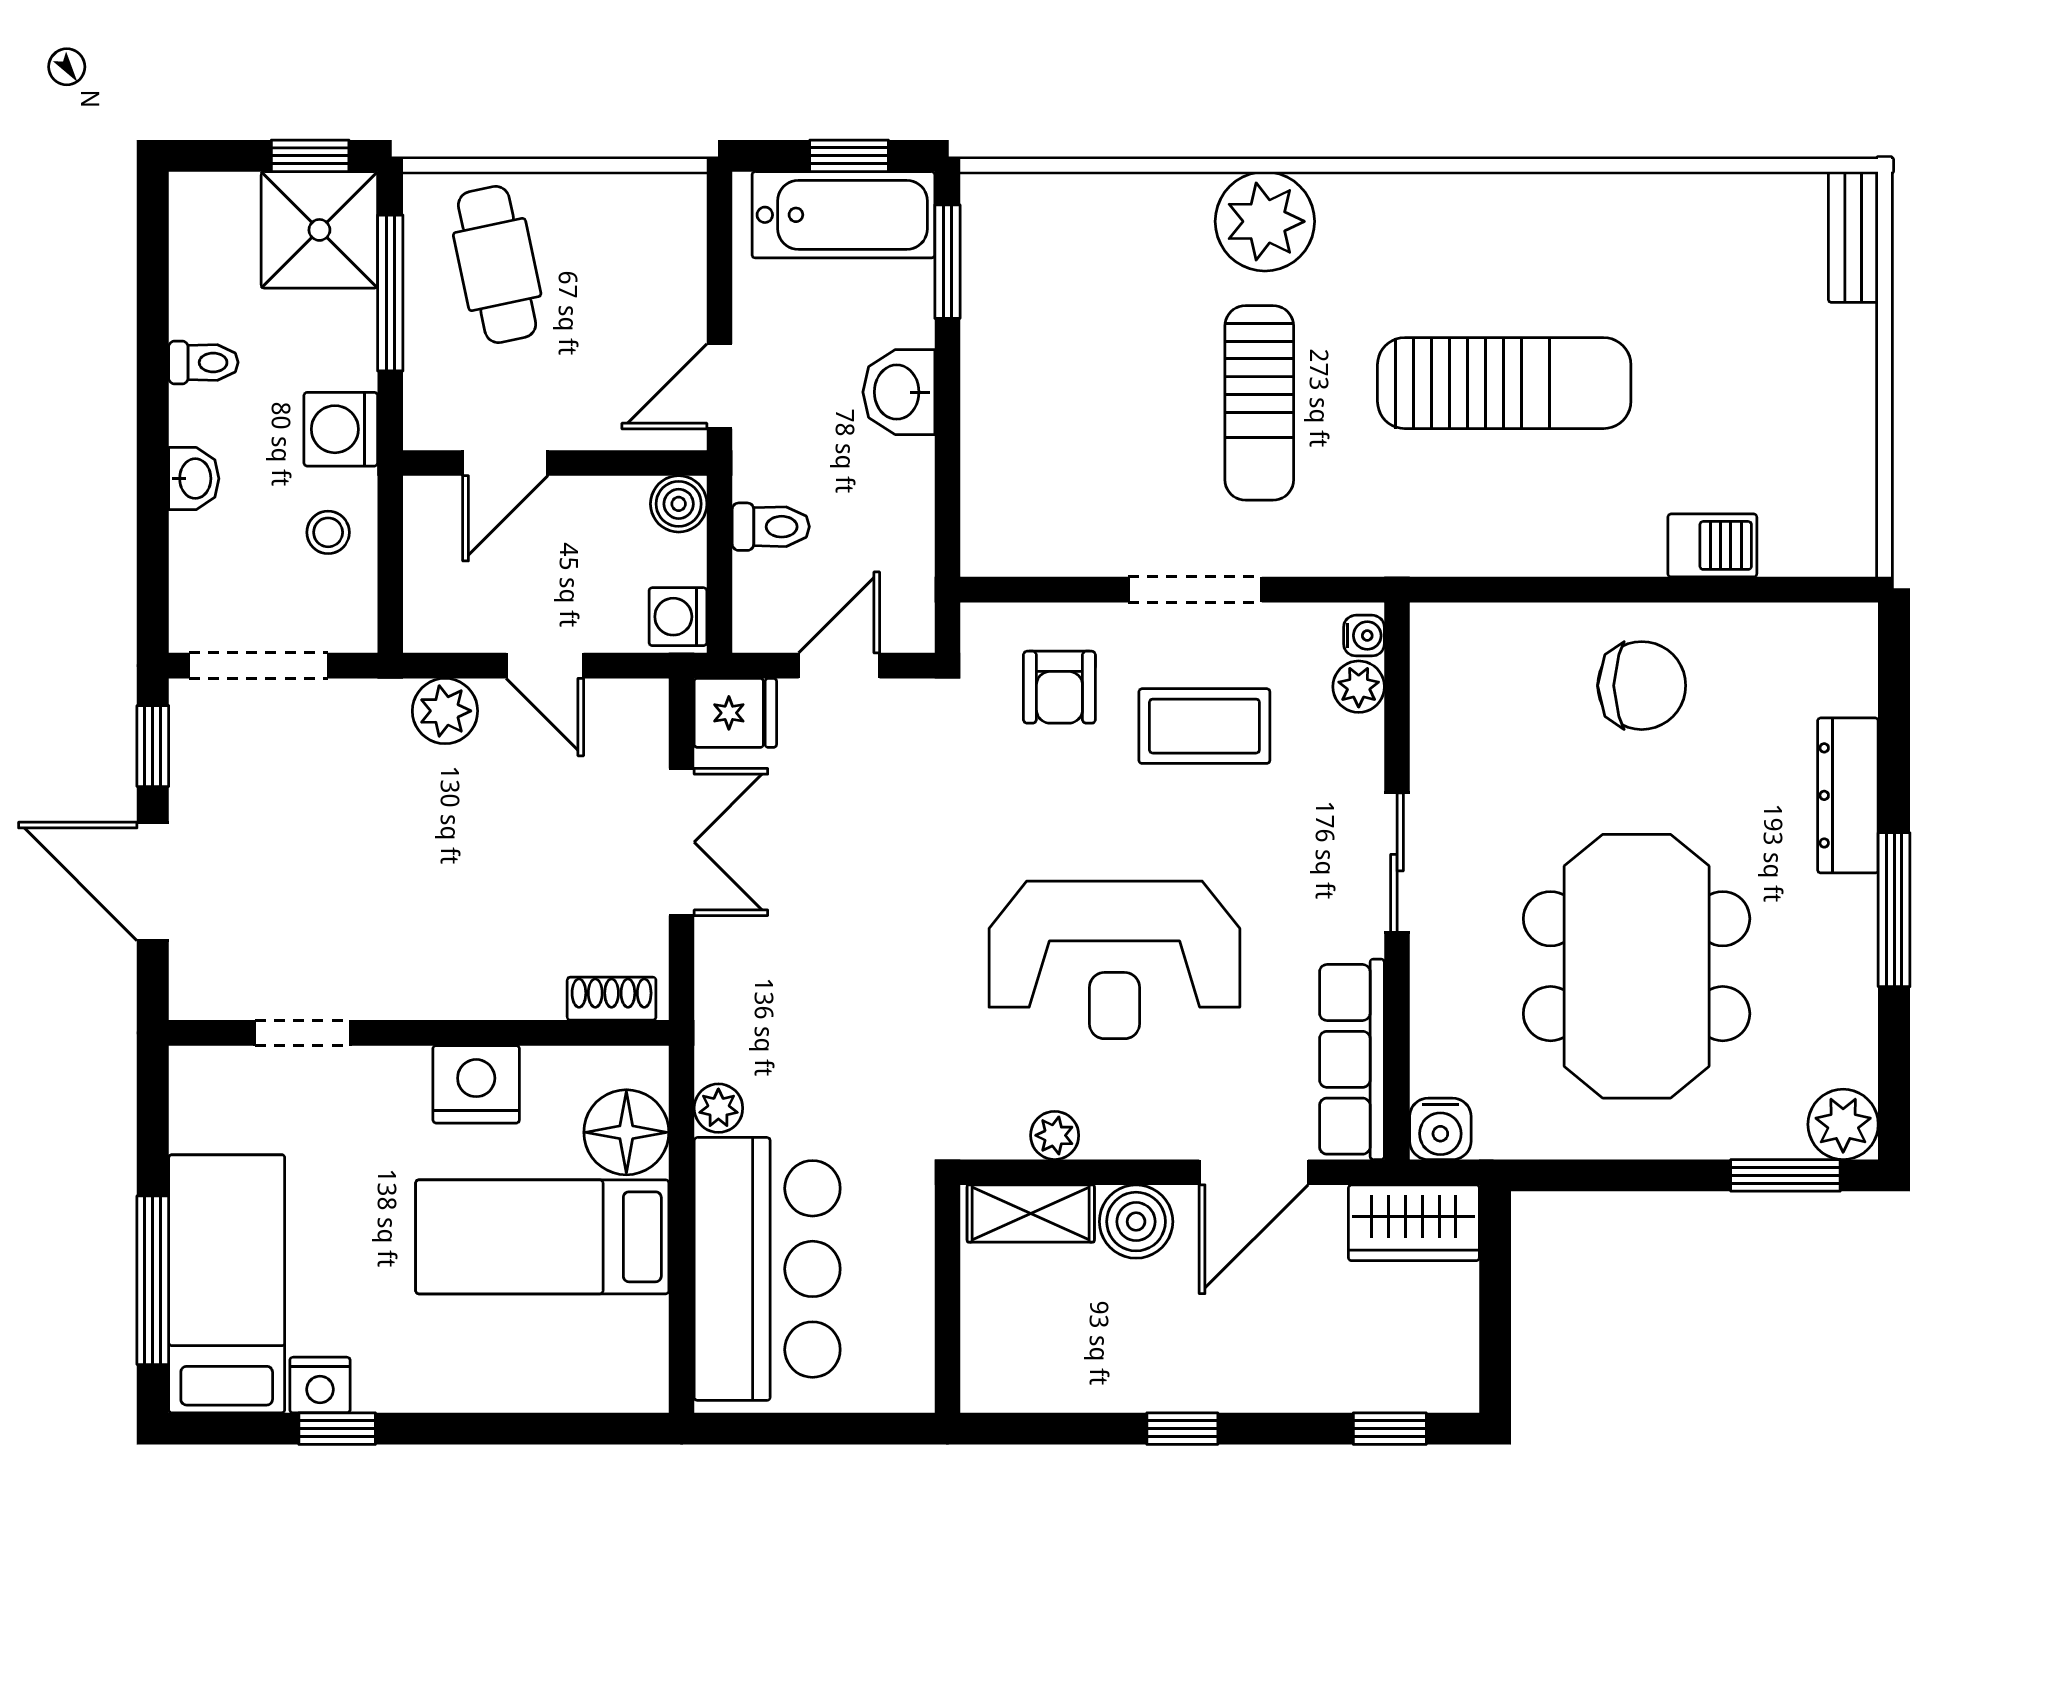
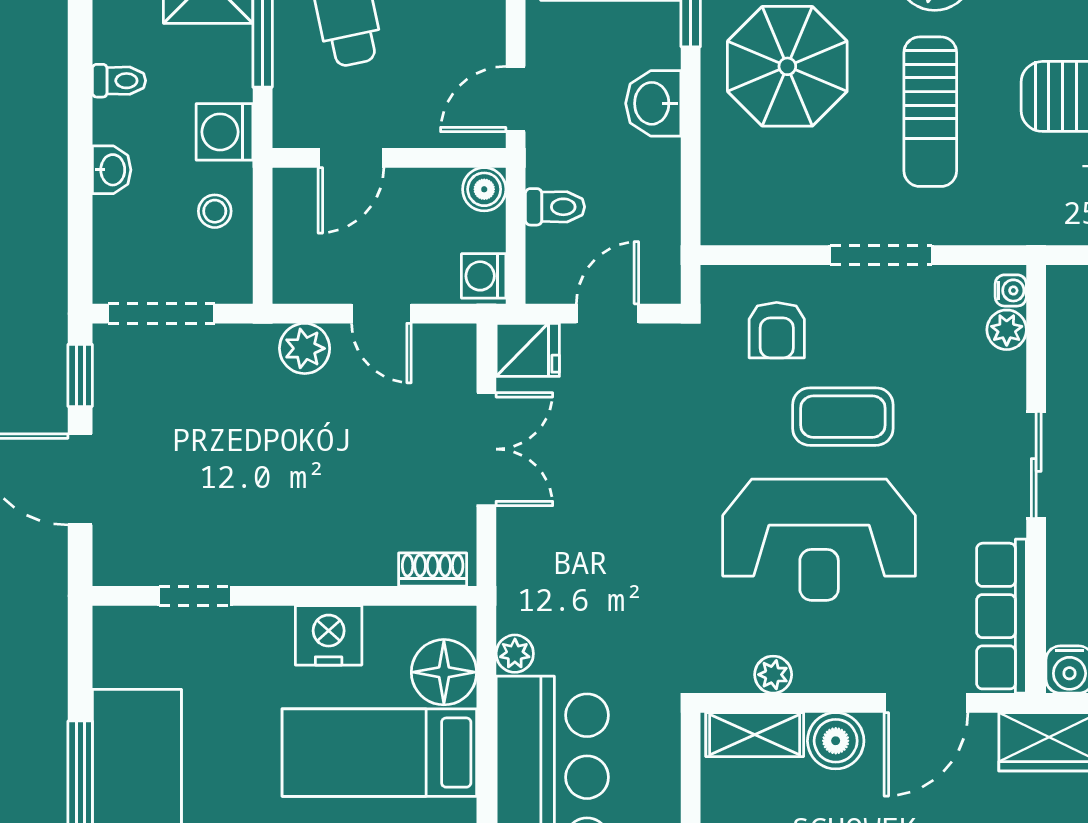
parasol: (1073, 344) -> (787, 66), added
coffee table: (1204, 726) -> (843, 417), moved

